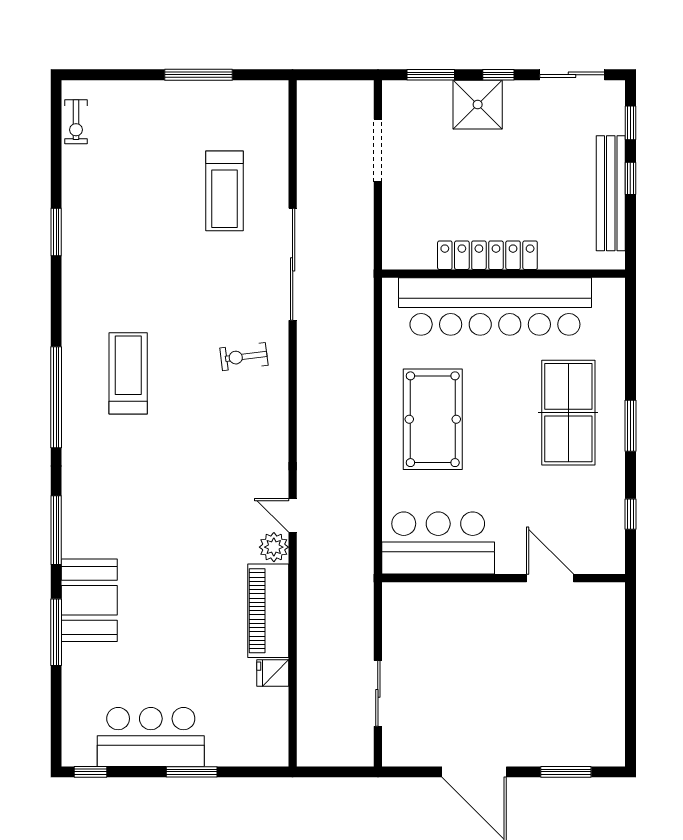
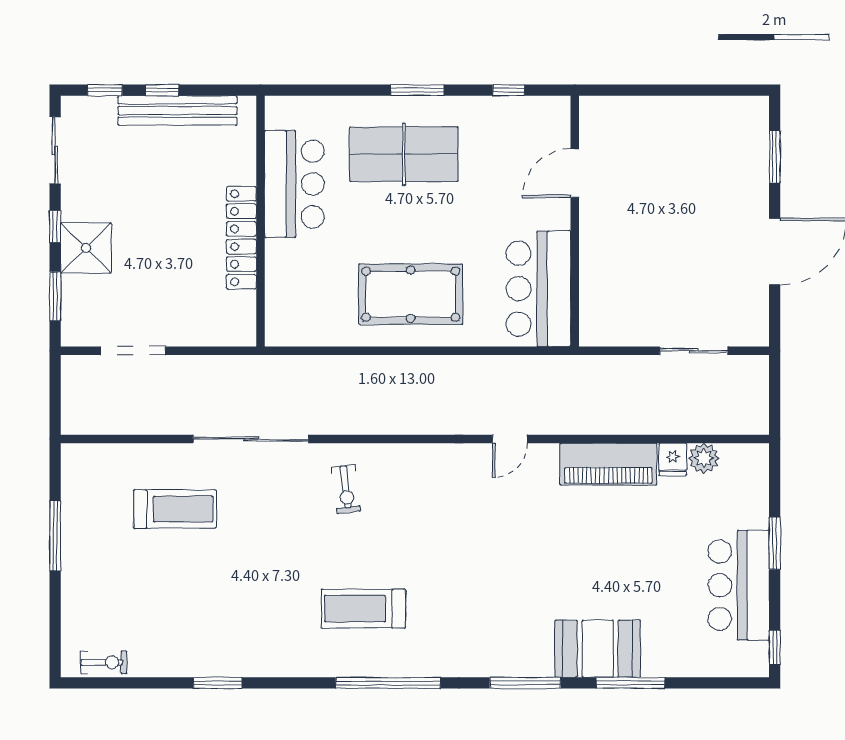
bar counter: (495, 307) -> (294, 184), width x0.54
plant: (274, 547) -> (704, 458), moved

